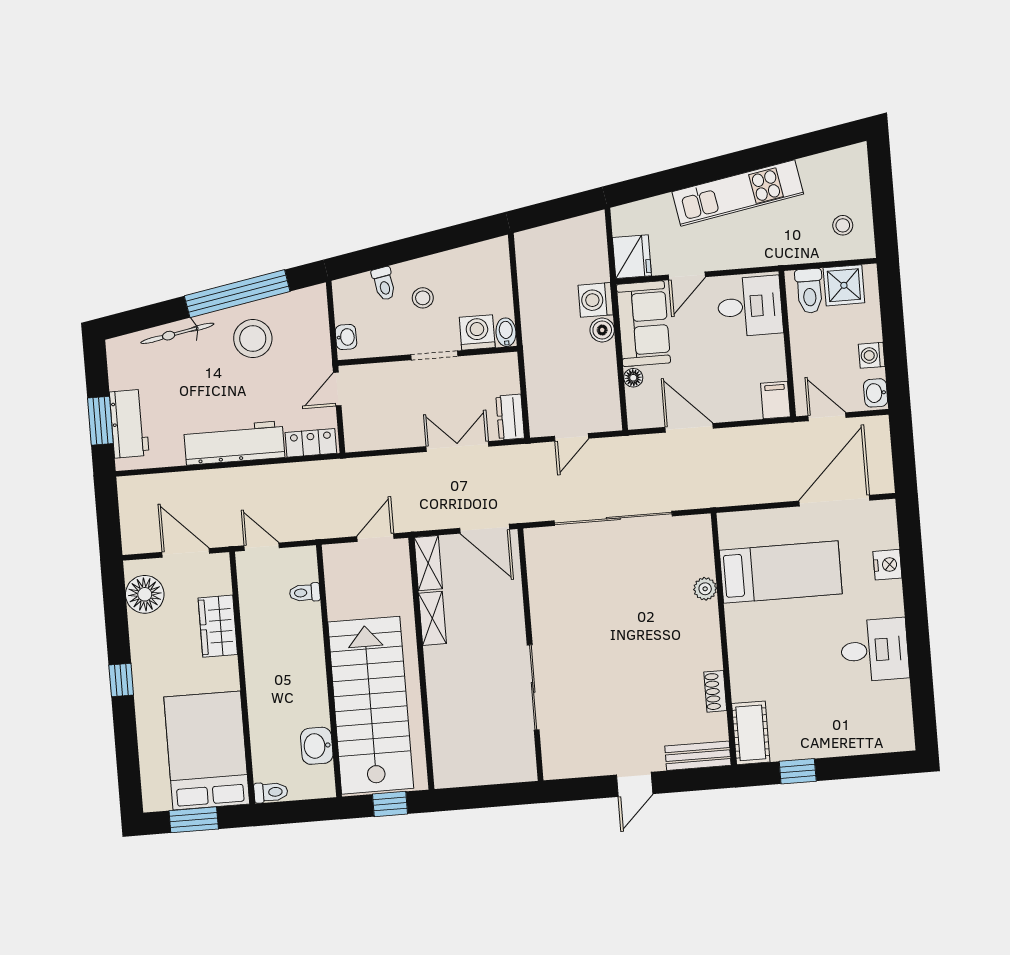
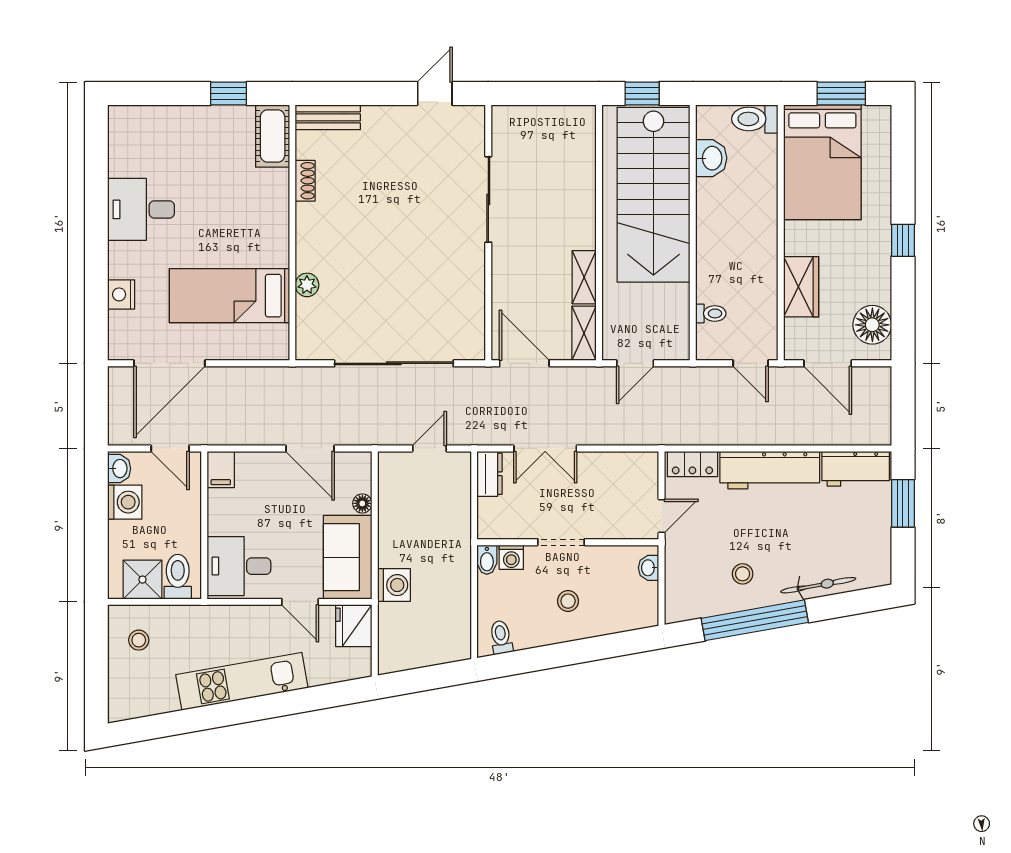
door: (687, 276) -> (300, 602), swing flipped
toilet: (384, 284) -> (501, 637), moved
boiler: (602, 330) -> (390, 554), removed
washing machine: (477, 332) -> (511, 557), width x0.73, depth x0.73
stool: (253, 339) -> (743, 574), width x0.53, depth x0.53
washing machine: (872, 355) -> (125, 502), width x1.38, depth x1.38
workbench: (129, 424) -> (856, 469), moved, turned -90
door: (635, 784) -> (435, 93), moved
toilet: (271, 792) -> (755, 119), width x1.37, depth x1.39

